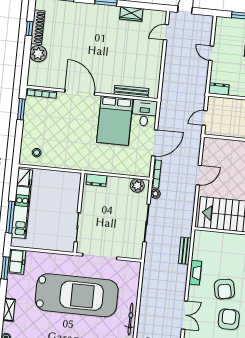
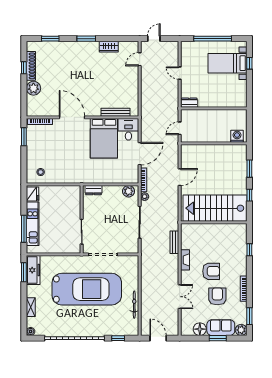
freezer: (17, 262) -> (33, 270), width x1.40
armchair: (224, 289) -> (211, 271), turned -79

